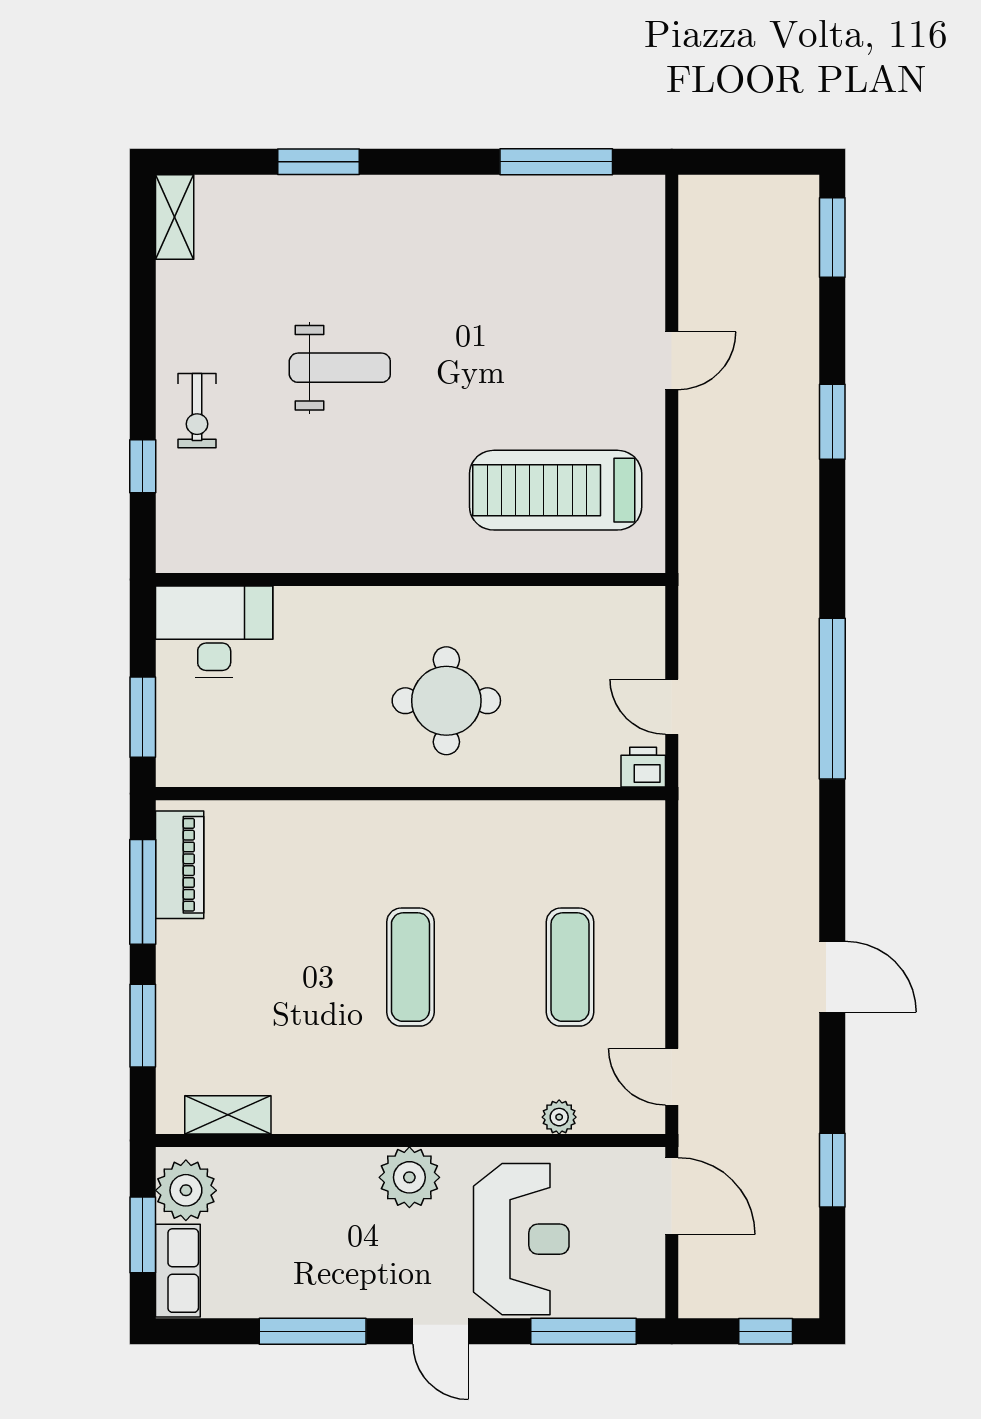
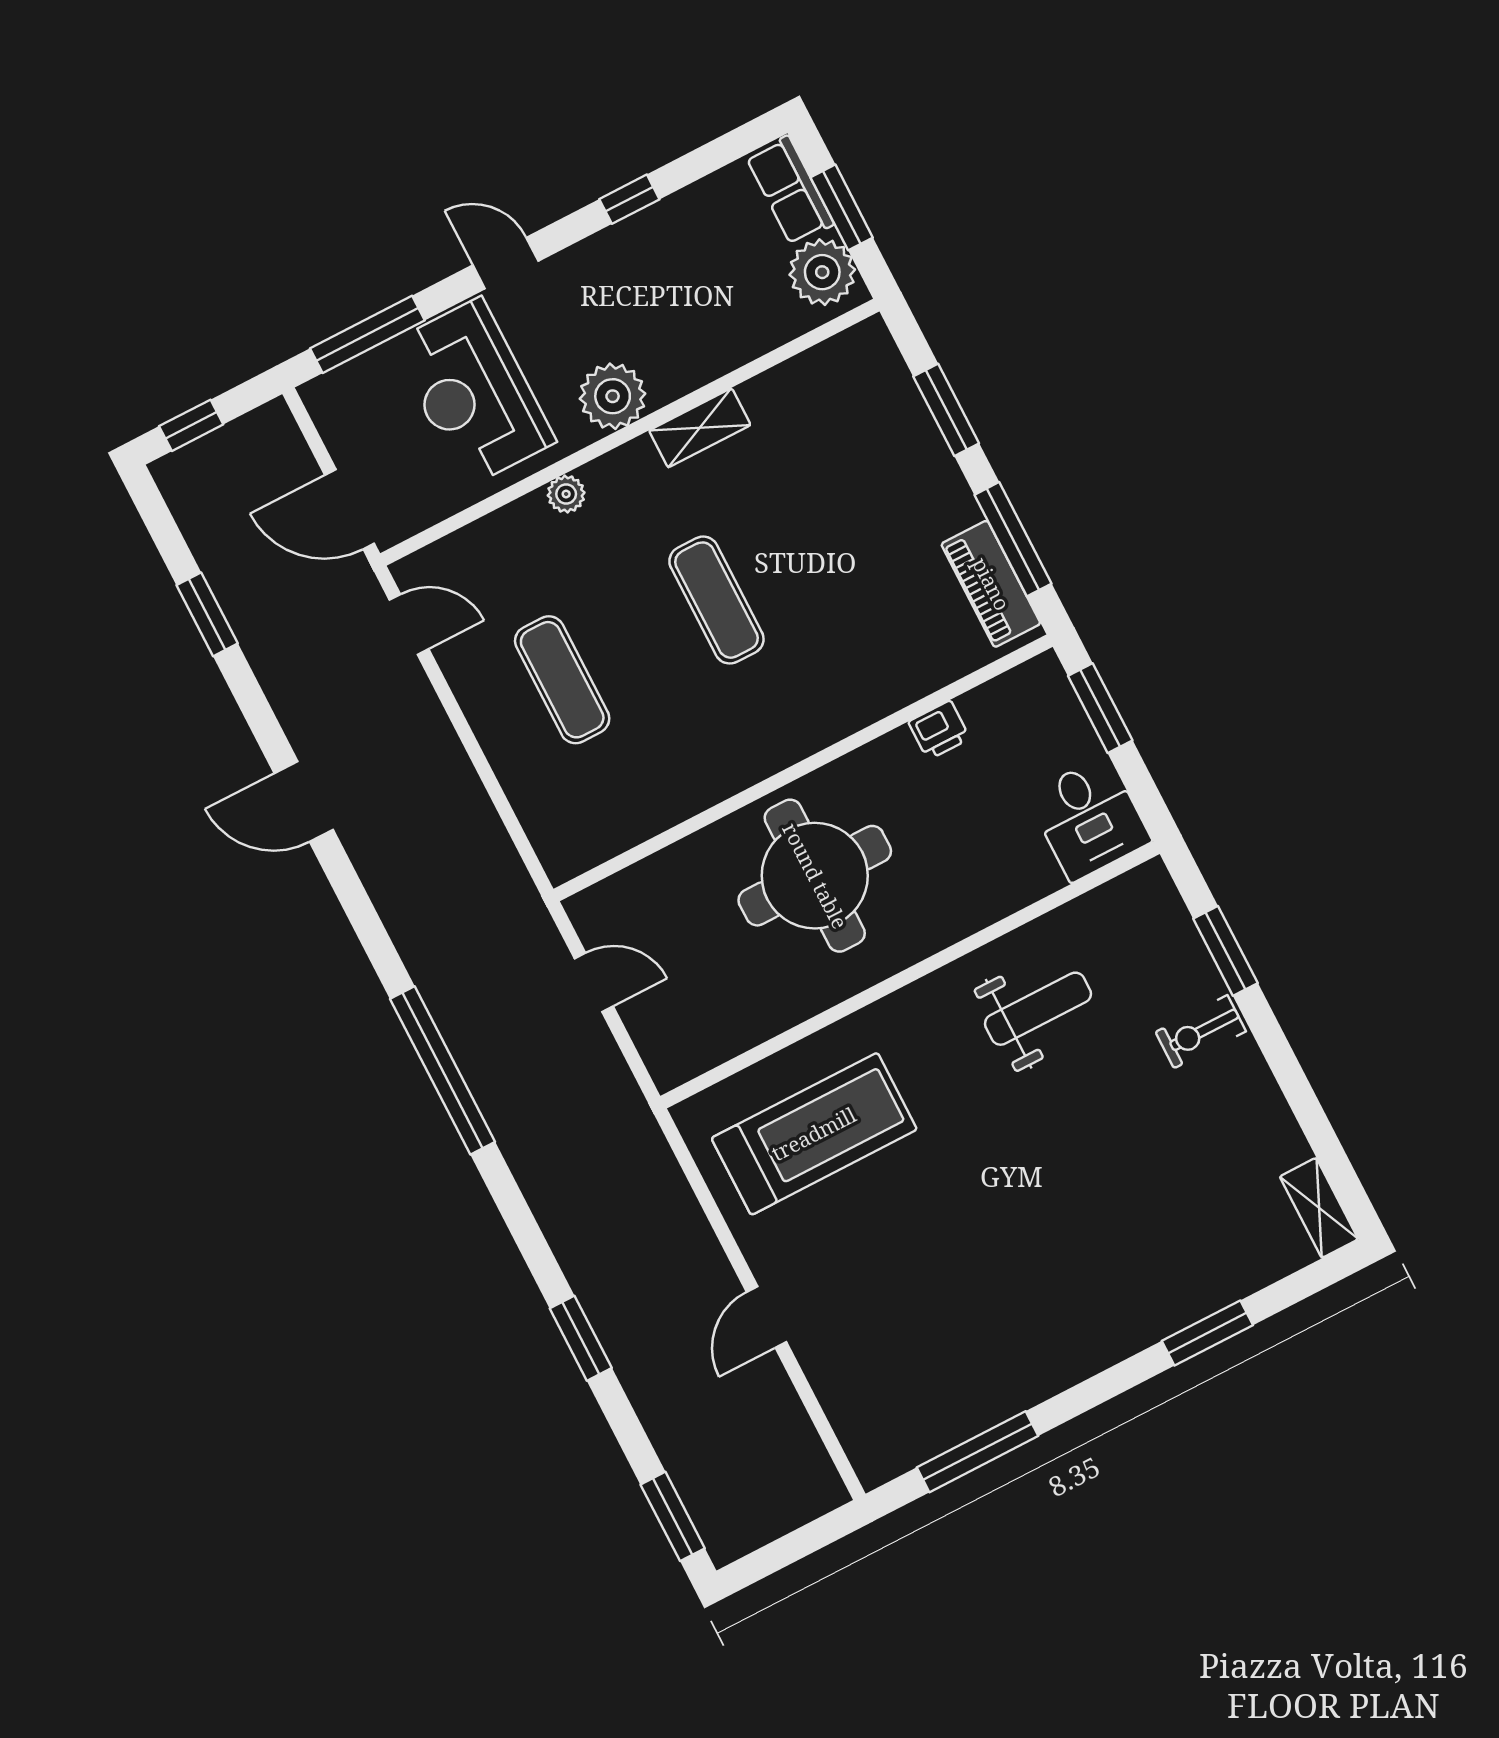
weight bench: (340, 368) -> (1038, 1009), moved, turned 180
exercise bike: (197, 411) -> (1201, 1032), turned -90
window: (143, 466) -> (1225, 951), width x1.50
desk: (214, 632) -> (1089, 818), width x0.73
round table: (446, 701) -> (815, 876), width x1.36, depth x1.36
printer: (643, 767) -> (939, 730), moved
shelving: (228, 1115) -> (700, 428), moved
plant: (559, 1117) -> (566, 494), moved
window: (313, 1331) -> (629, 199), width x0.46

